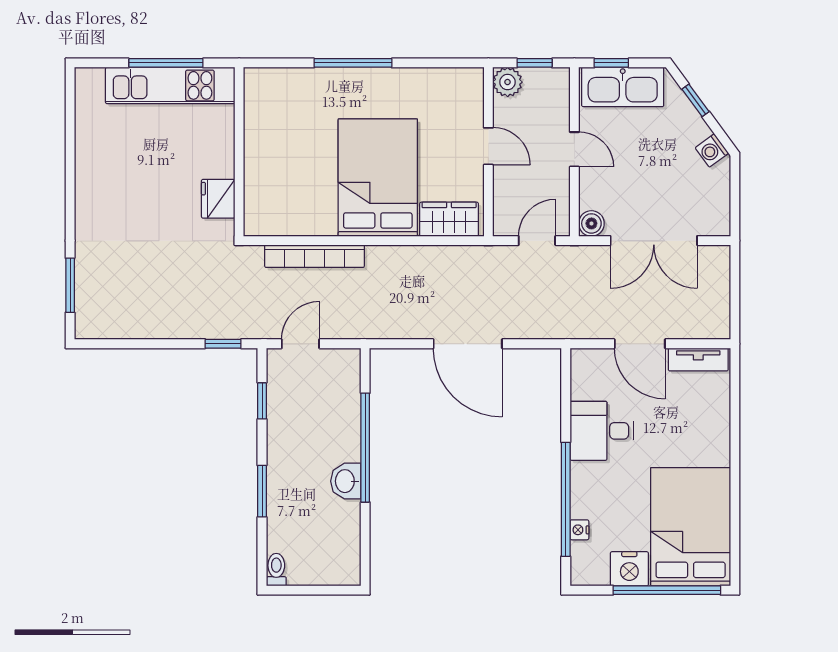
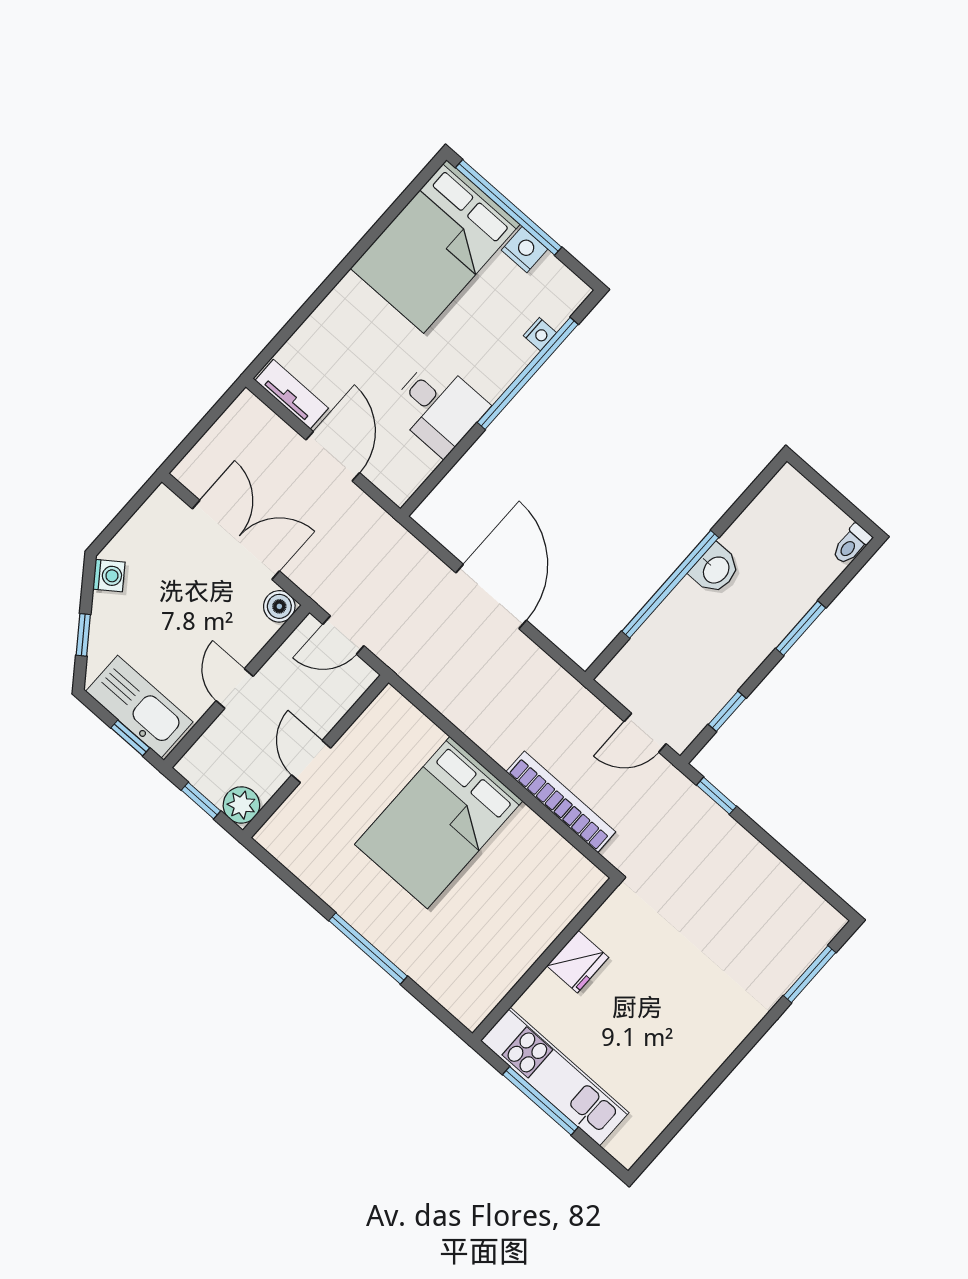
fridge: (218, 199) -> (578, 962), moved
wardrobe: (449, 219) -> (407, 726), removed
nightstand: (629, 569) -> (524, 250), width x0.74, depth x0.75

